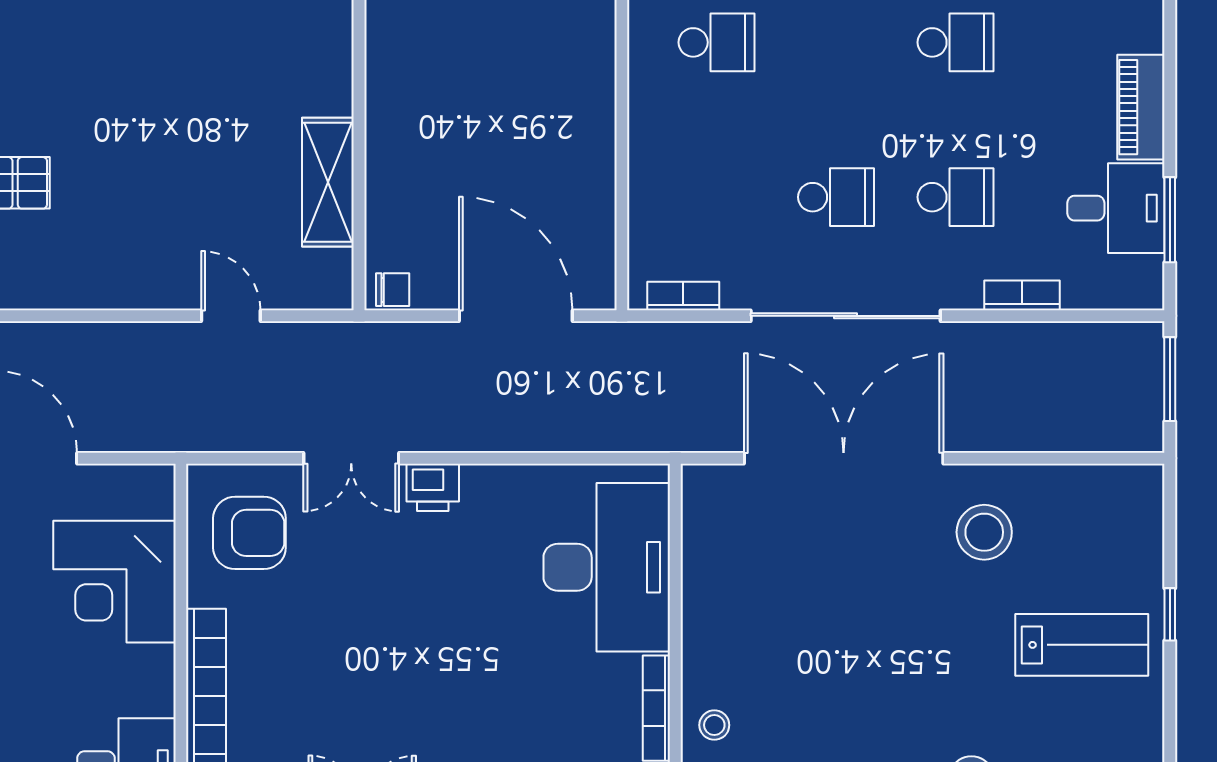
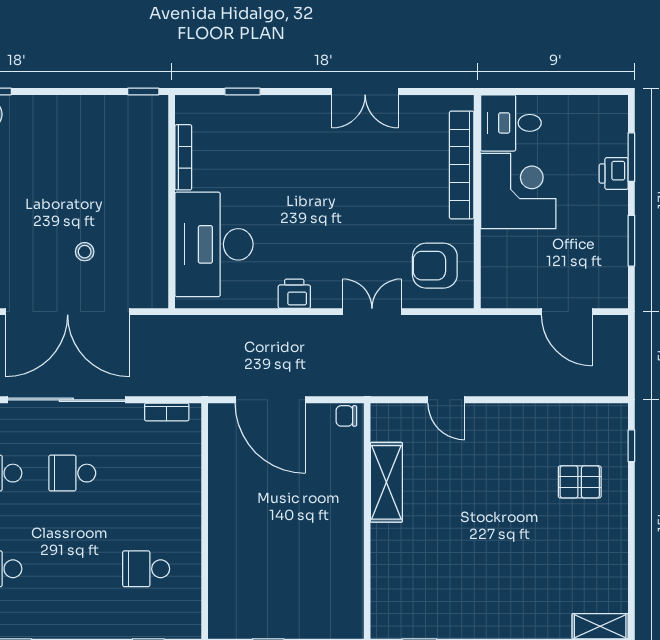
printer: (433, 487) -> (294, 294), moved
corner desk: (115, 582) -> (518, 191), moved
stool: (714, 725) -> (85, 252), moved

